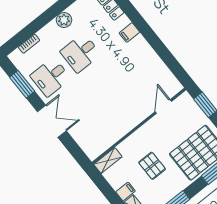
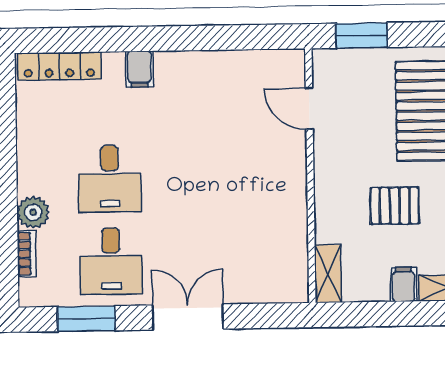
plant: (64, 20) -> (33, 212), moved

